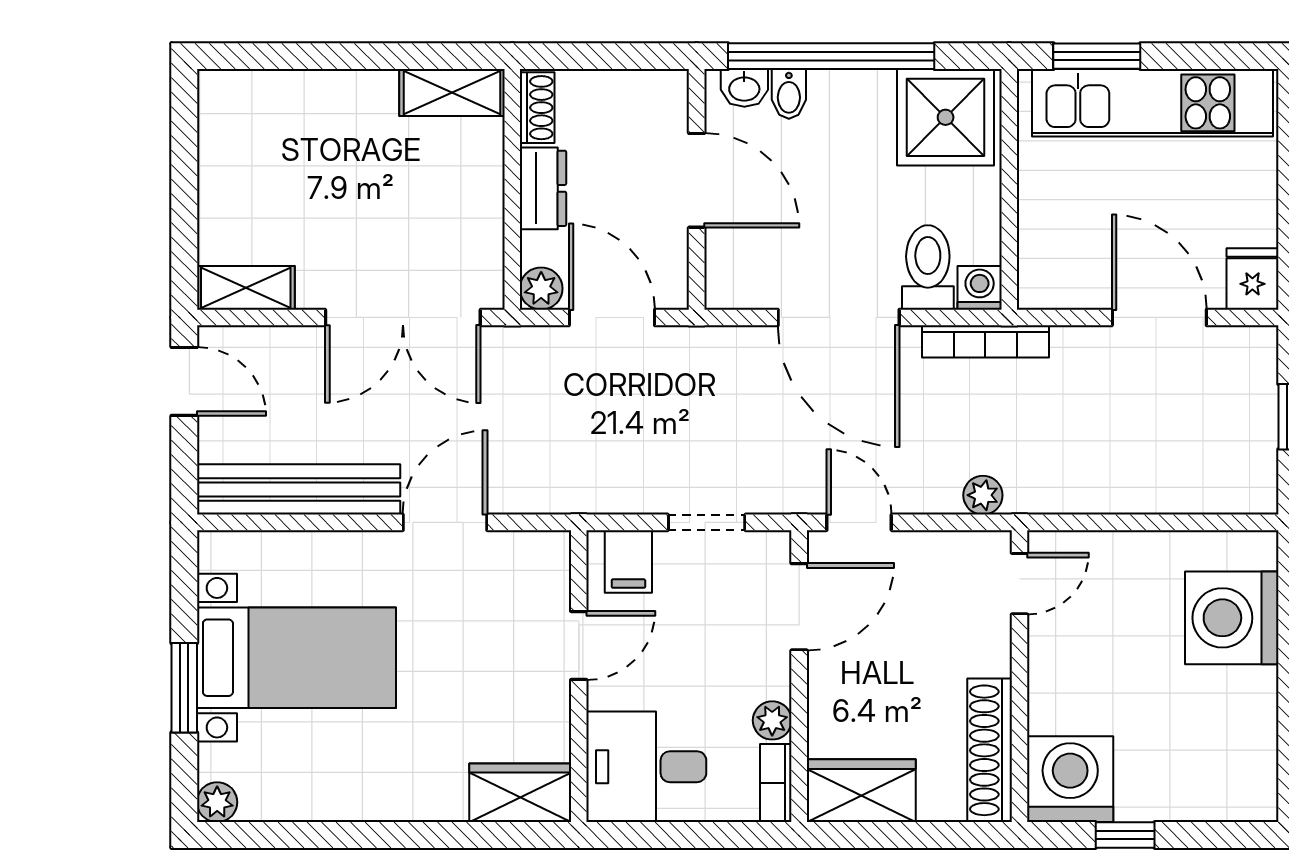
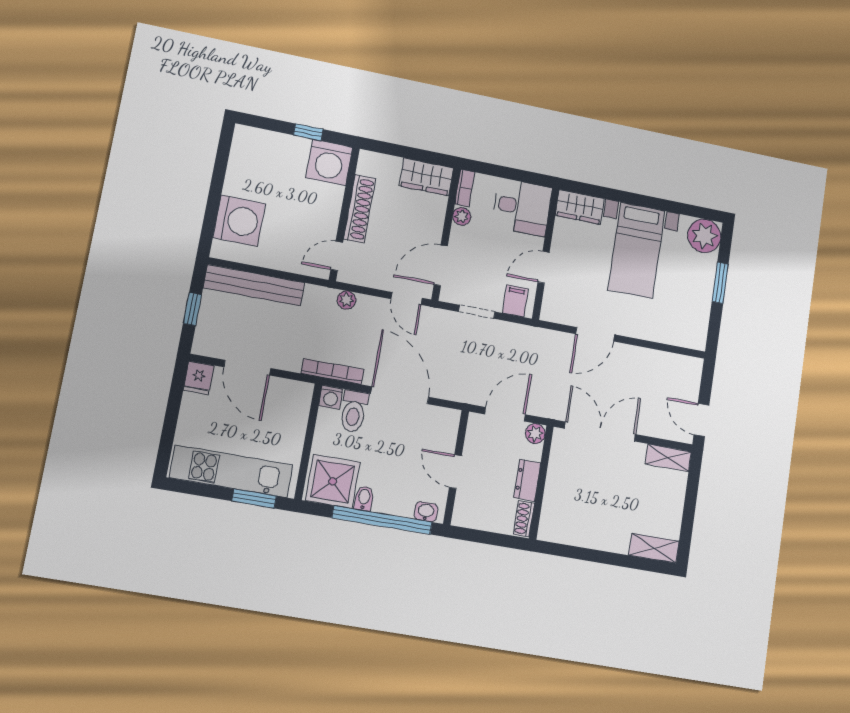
shelving: (452, 93) -> (654, 548), moved
bidet: (789, 94) -> (364, 498), moved
door: (697, 180) -> (455, 472), width x0.73
door: (612, 317) -> (505, 414), swing flipped
bench: (299, 489) -> (254, 285), moved
bed with nightstands: (296, 658) -> (637, 250), moved, turned -90
shoe rack: (990, 750) -> (360, 209), moved
plant: (217, 802) -> (704, 236), width x1.88, depth x1.88

